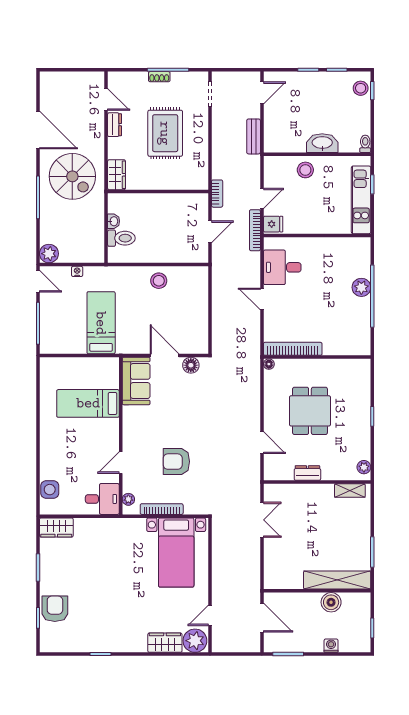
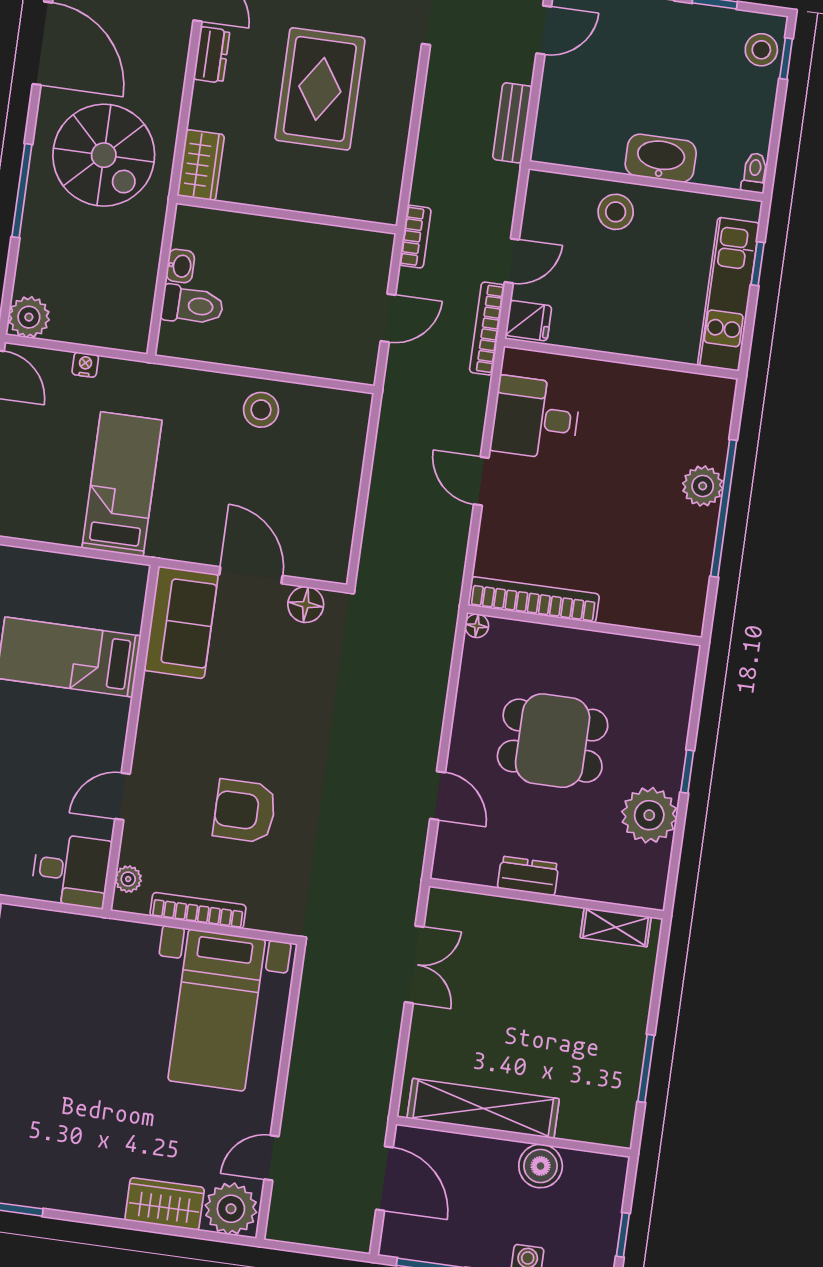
dining table: (310, 411) -> (553, 741), turned 90
plant: (364, 467) -> (649, 815), moved, width x1.87, depth x1.87
shelving: (337, 580) -> (483, 1108), moved

